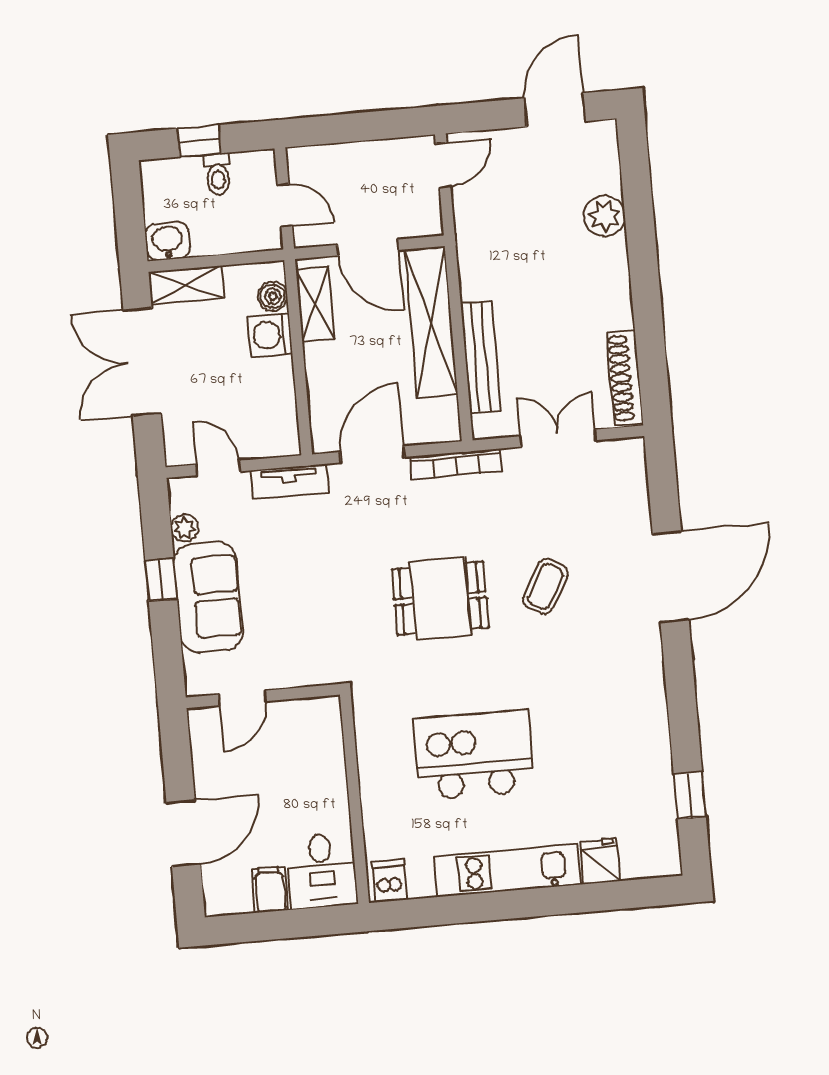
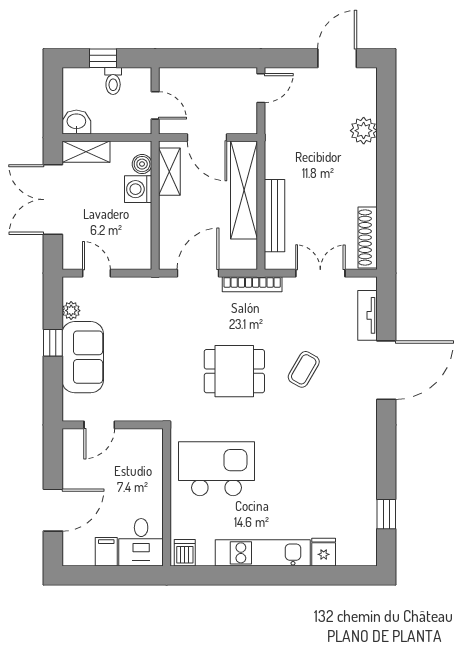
tv unit: (289, 482) -> (367, 315), moved, turned 90
kitchen island: (474, 755) -> (217, 469), moved

